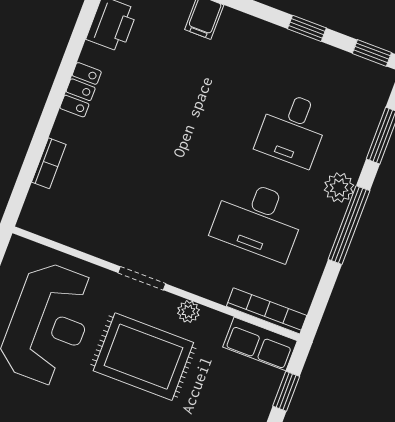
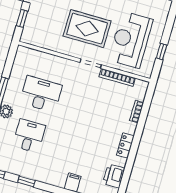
bookcase: (267, 311) -> (117, 77), moved
plant: (188, 312) -> (69, 50), removed
row of seats: (260, 344) -> (35, 39), removed

